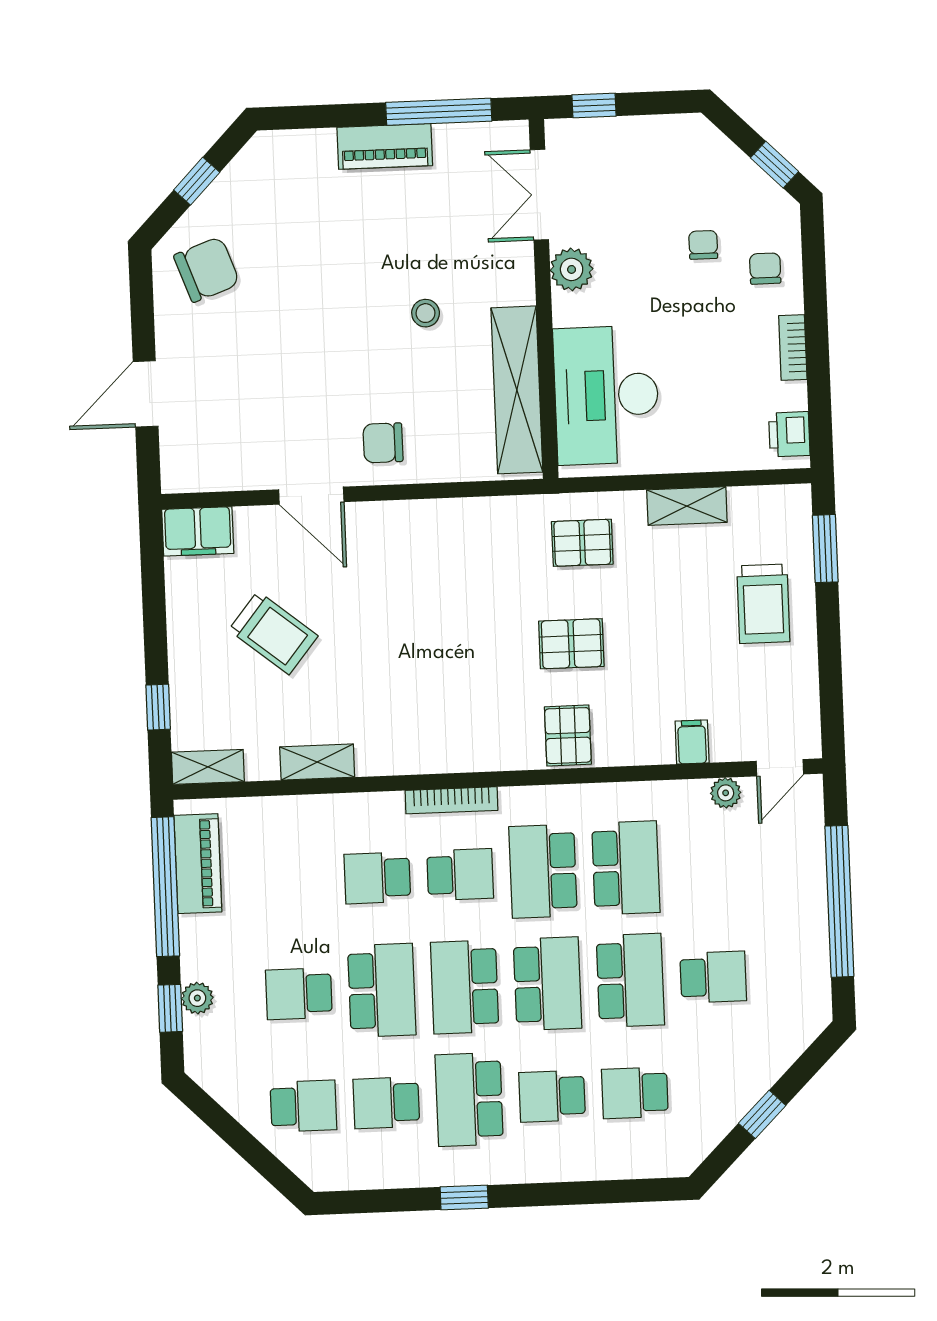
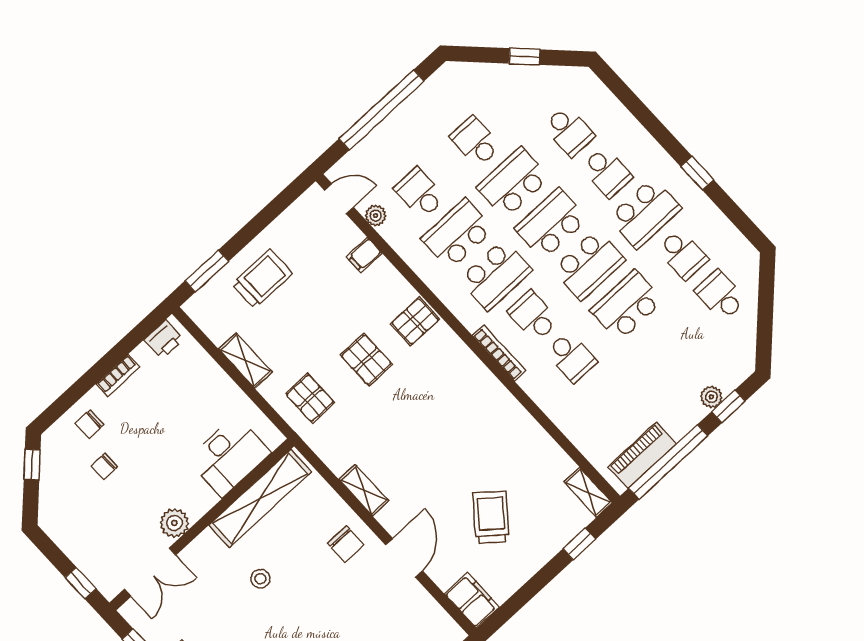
desk: (606, 395) -> (229, 456), width x0.73, depth x0.77
shelving: (317, 762) -> (364, 490), moved
school desk: (299, 994) -> (420, 193), moved, turned 180

